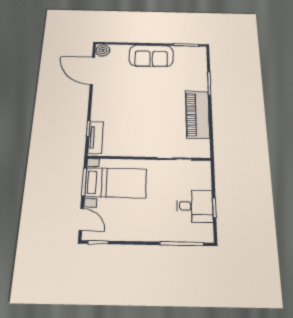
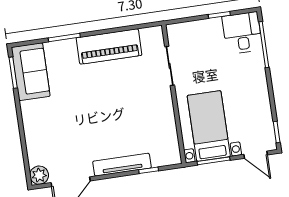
sofa: (151, 56) -> (31, 72), moved
tv unit: (96, 137) -> (122, 165), moved, width x1.41
desk: (195, 206) -> (242, 33), moved
door: (81, 219) -> (256, 155), swing flipped

